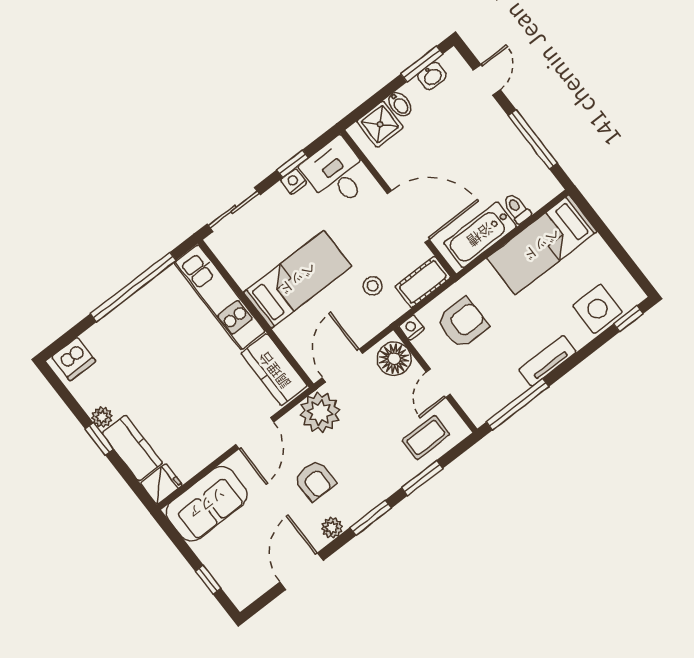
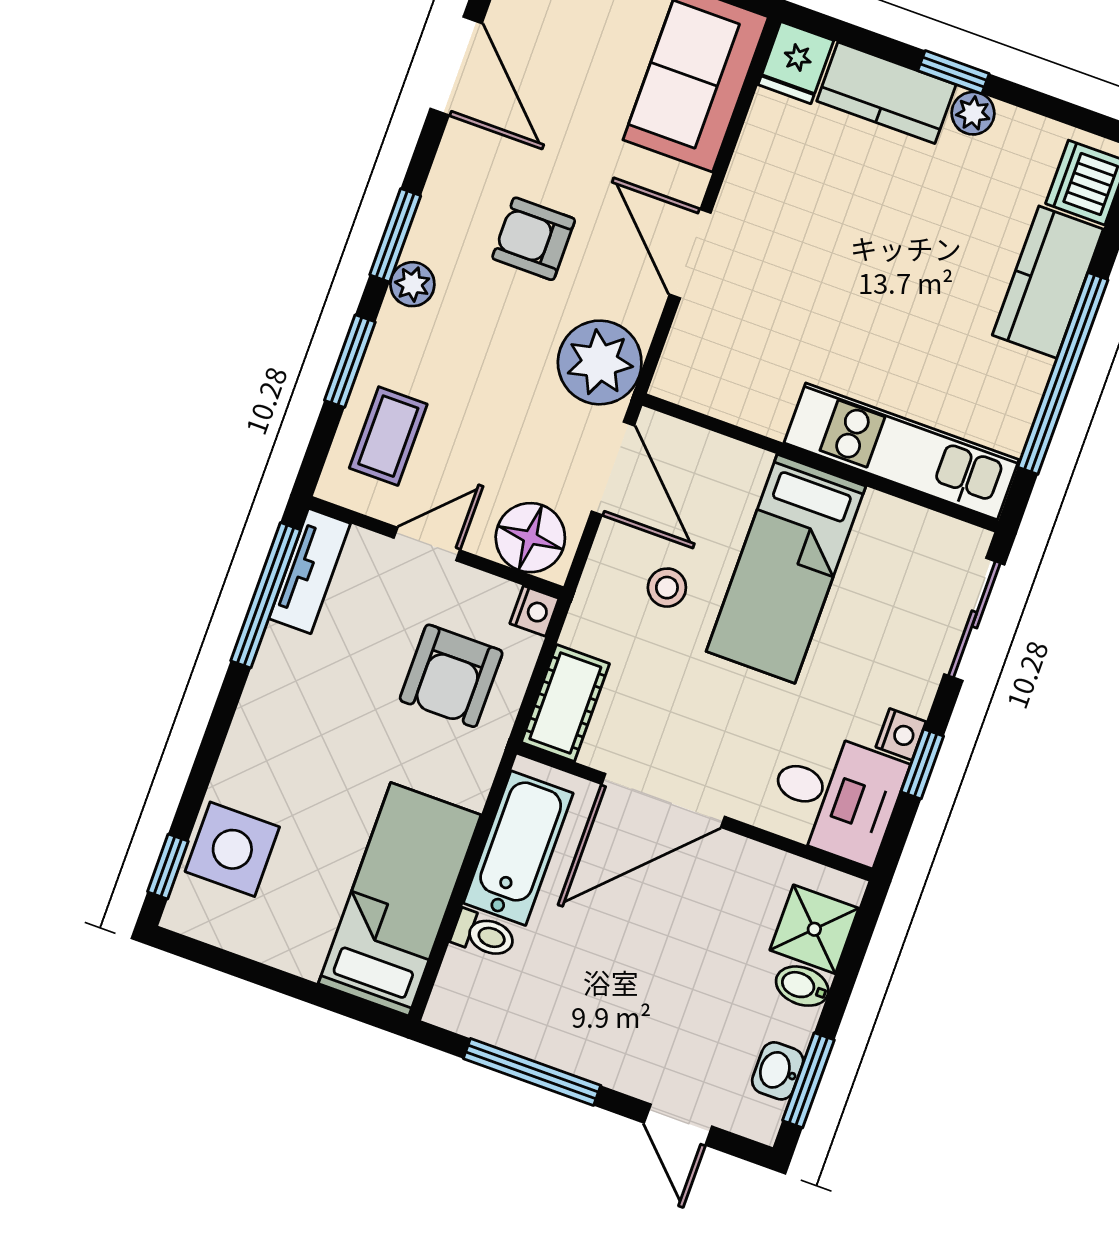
stool: (373, 286) -> (667, 588), moved
tv unit: (547, 361) -> (310, 571), moved
kitchen counter: (274, 370) -> (1048, 282), moved, turned -90
door: (438, 383) -> (427, 544), hinge flipped
plant: (332, 528) -> (412, 284), moved

